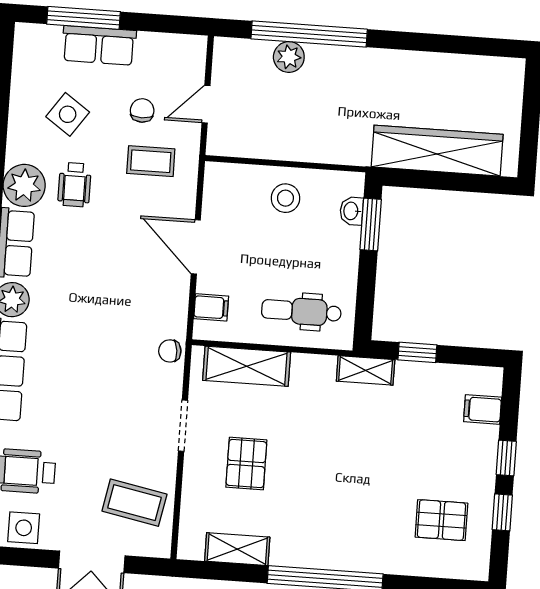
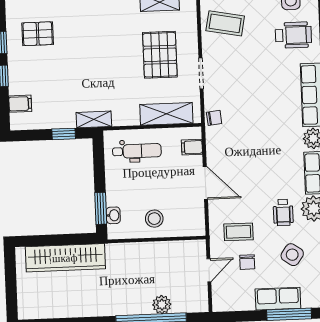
wheelchair: (75, 185) -> (283, 212), turned 180
pallet: (246, 464) -> (160, 55), width x1.50, depth x1.42

